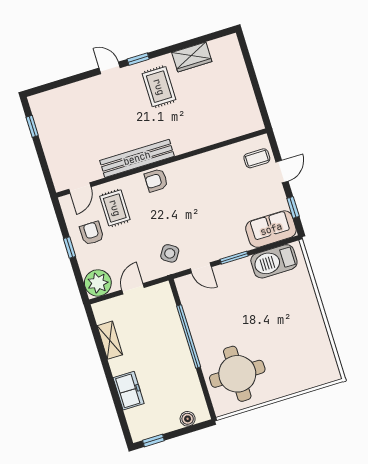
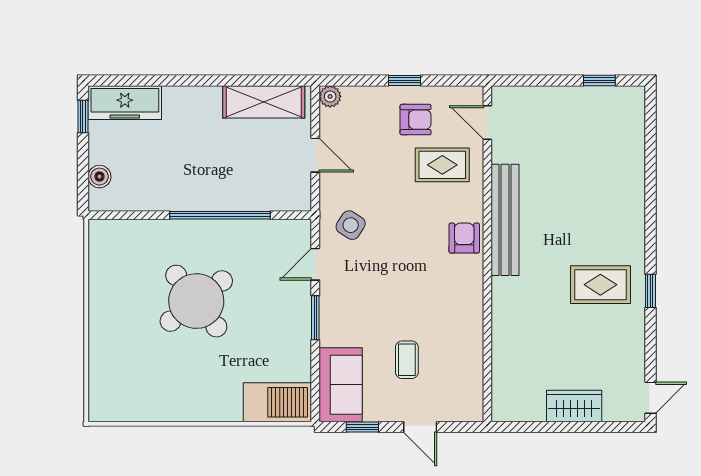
wardrobe: (192, 57) -> (574, 406), moved, turned 90
window: (138, 59) -> (650, 291), moved
door: (110, 68) -> (650, 398), moved
coffee table: (257, 158) -> (407, 360), moved
barbecue: (274, 261) -> (277, 402), moved, turned 90
plant: (98, 283) -> (330, 96), width x0.53, depth x0.53
shelving: (110, 340) -> (264, 102), width x1.50, depth x1.33
round table: (237, 374) -> (196, 301), moved, turned -38
freezer: (129, 391) -> (125, 103), moved, width x1.40

